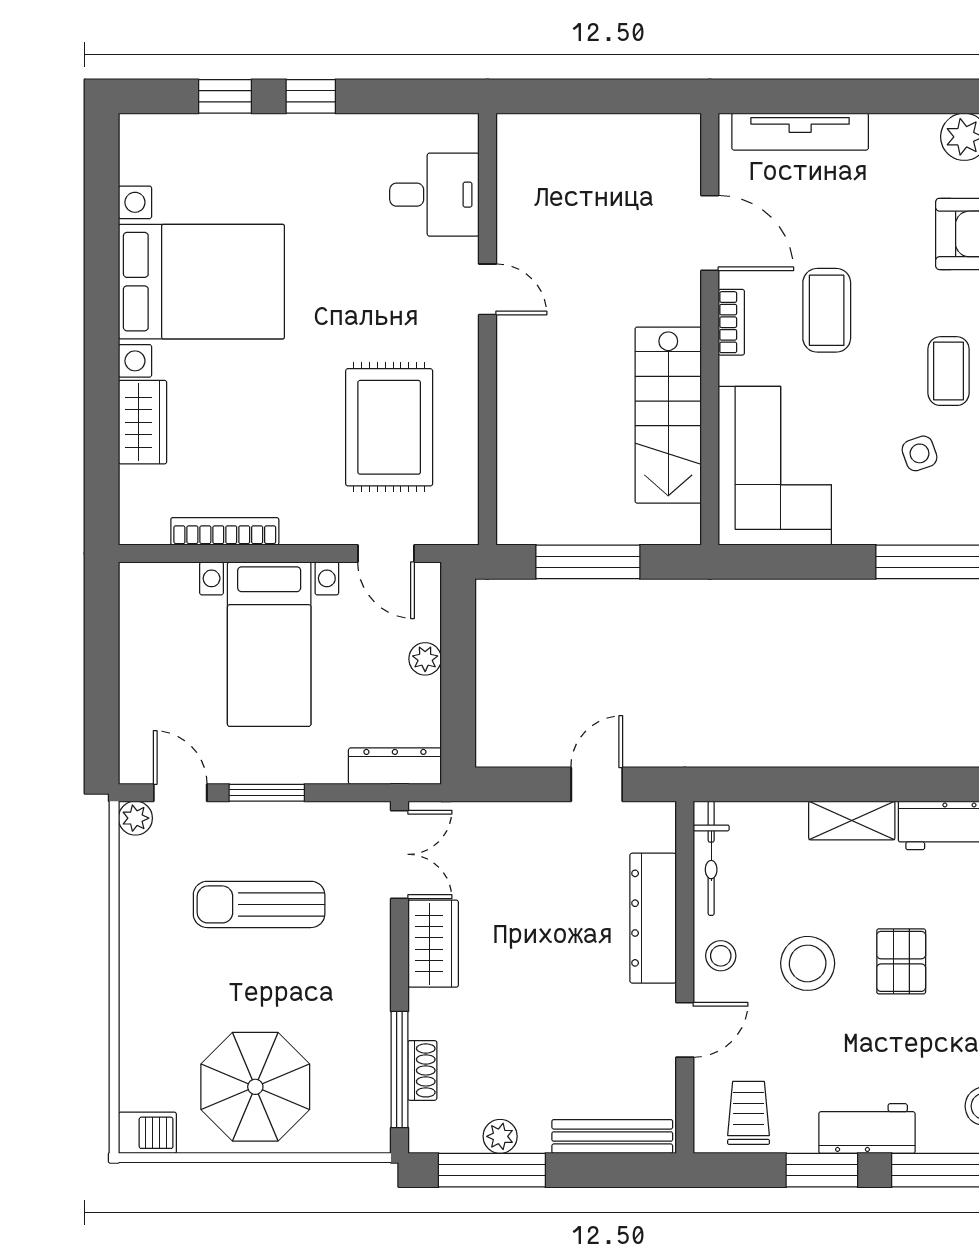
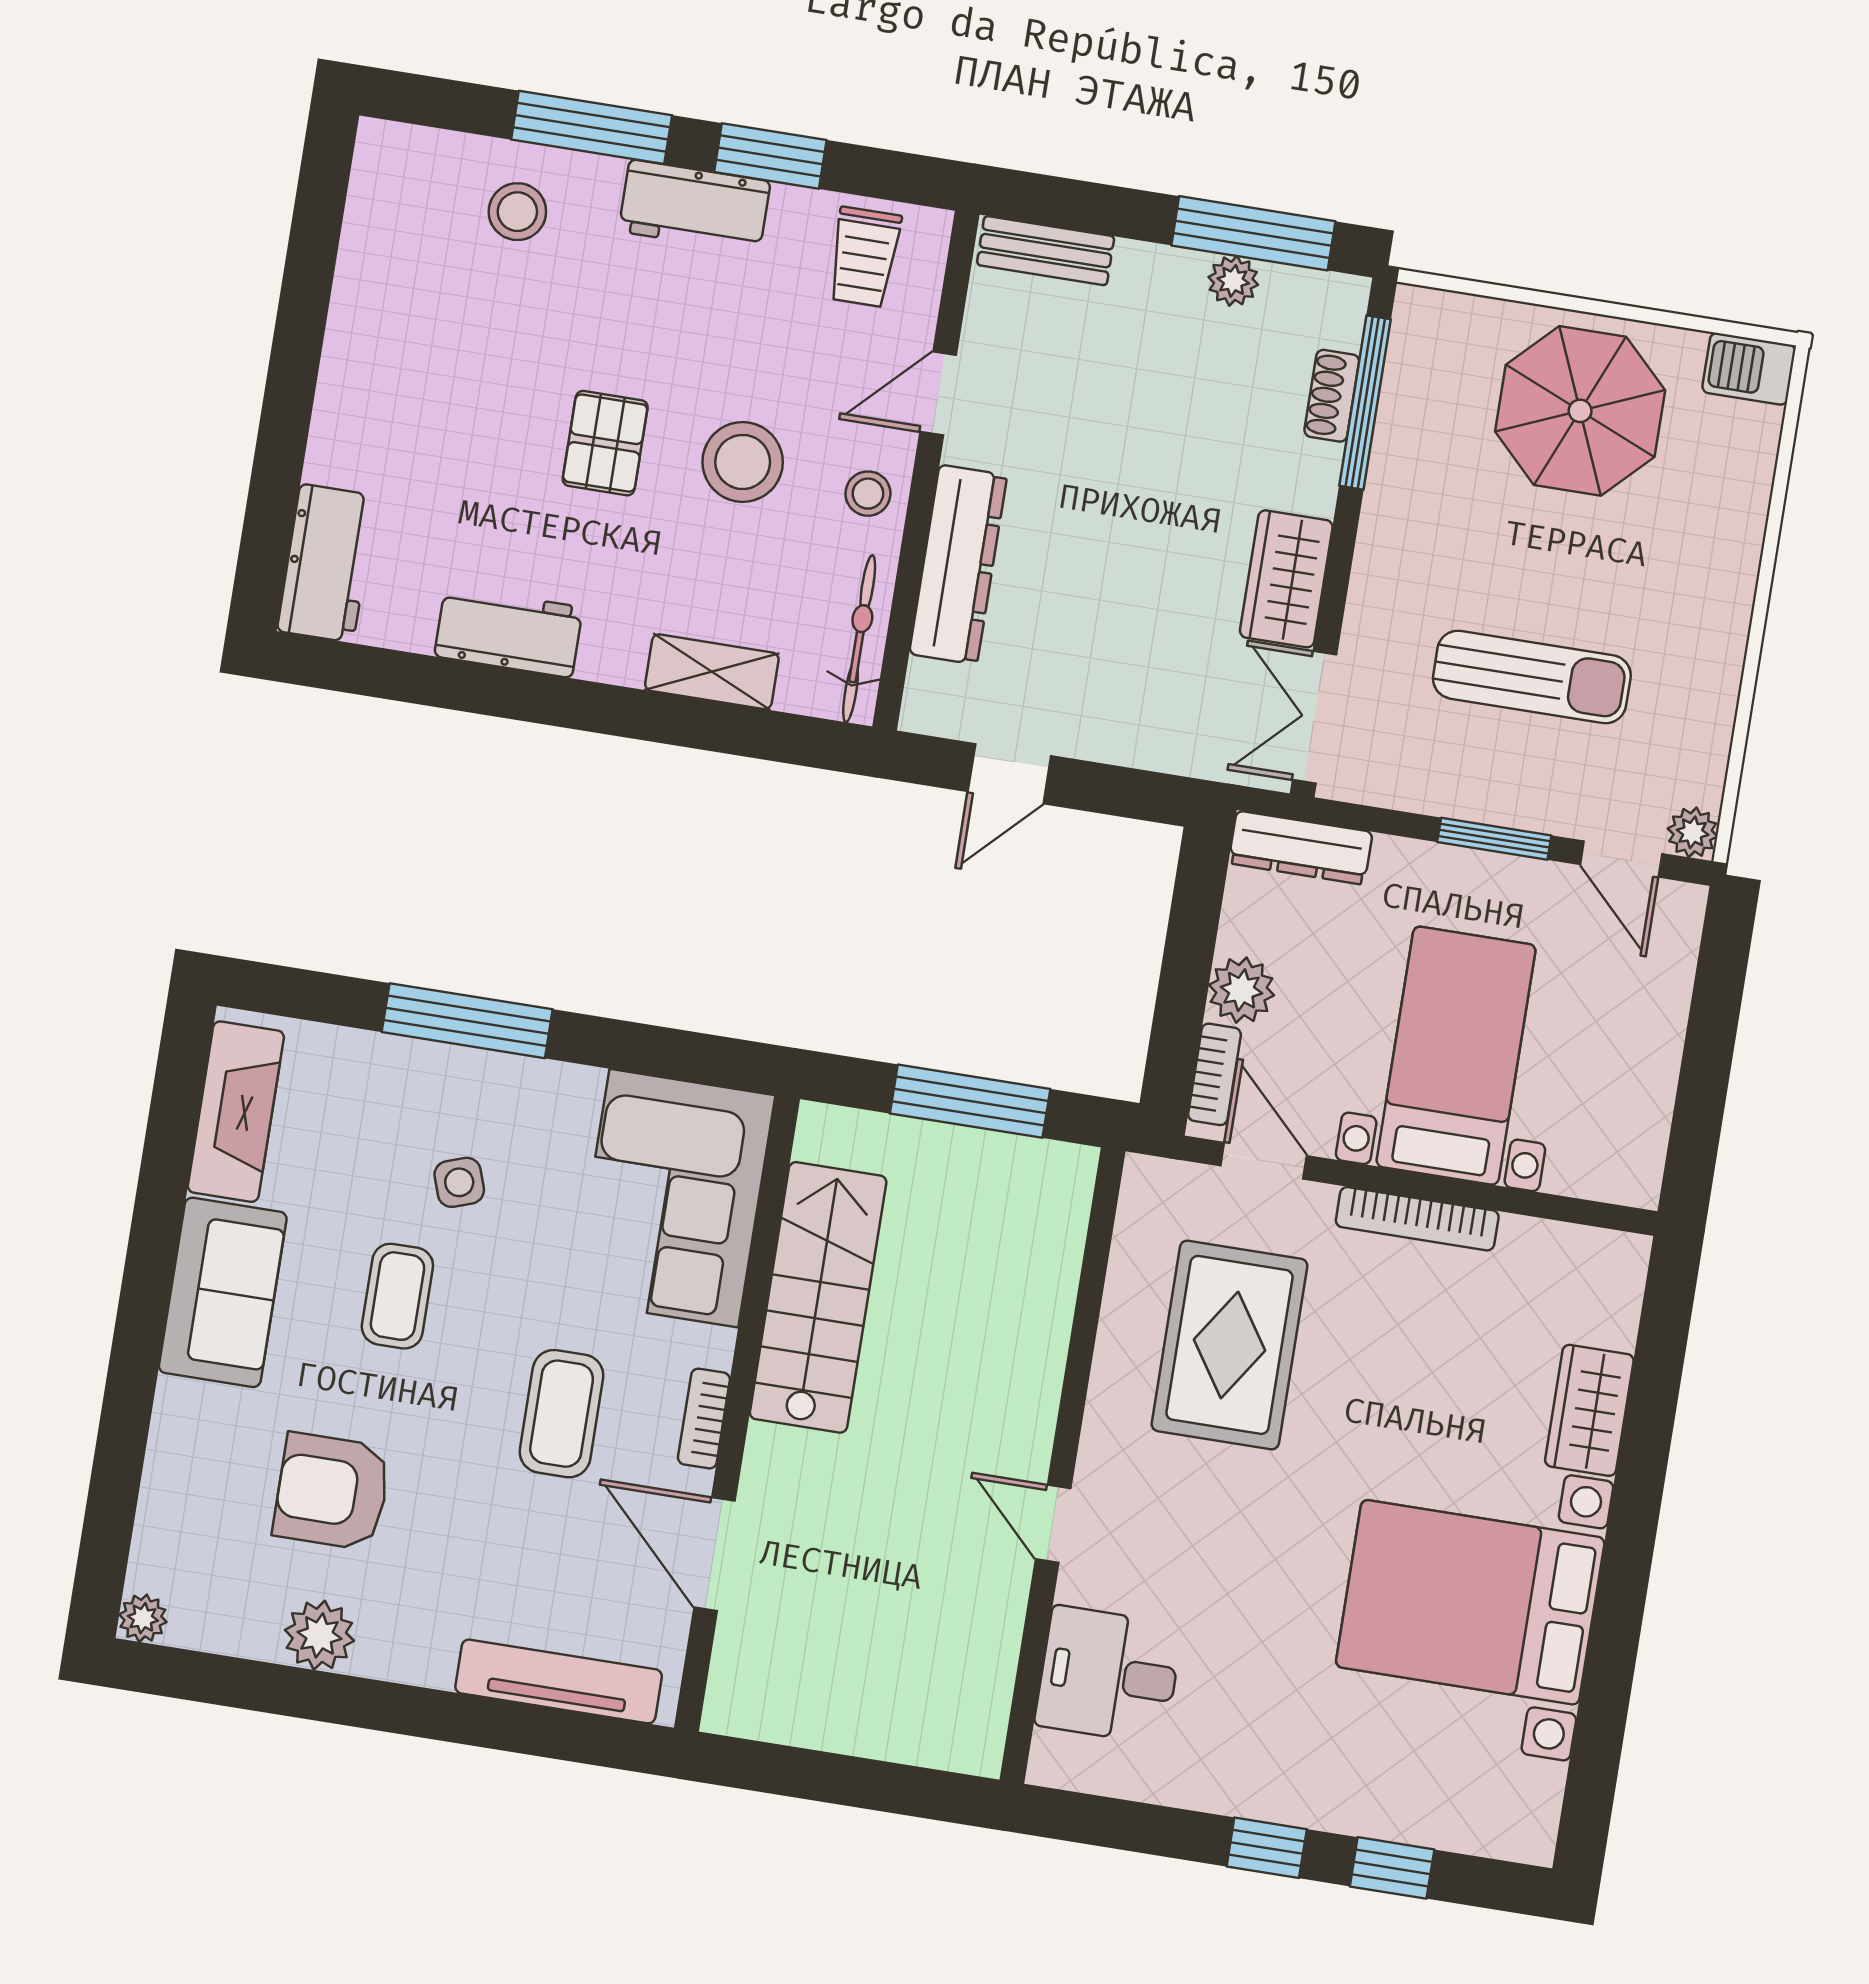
bookcase: (225, 531) -> (1417, 1219), moved
bookcase: (428, 606) -> (1214, 1074), added
plant: (425, 659) -> (1241, 990), width x1.38, depth x1.38
shelving: (852, 820) -> (712, 672), moved
bench: (612, 1137) -> (1046, 251), width x0.73

